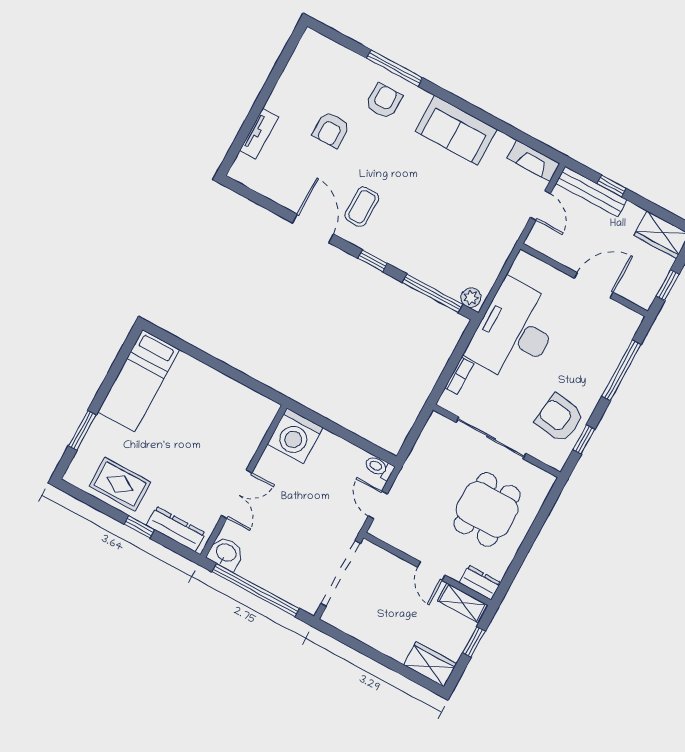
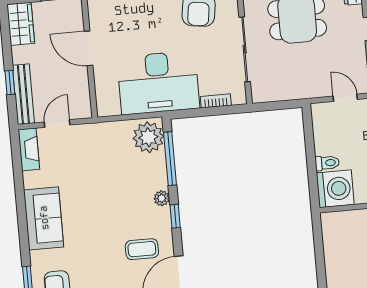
plant: (399, 259) -> (162, 198), added
plant: (471, 298) -> (148, 137), width x1.88, depth x1.88
toilet: (379, 468) -> (327, 163), moved, turned -90
door: (378, 505) -> (345, 98), swing flipped

